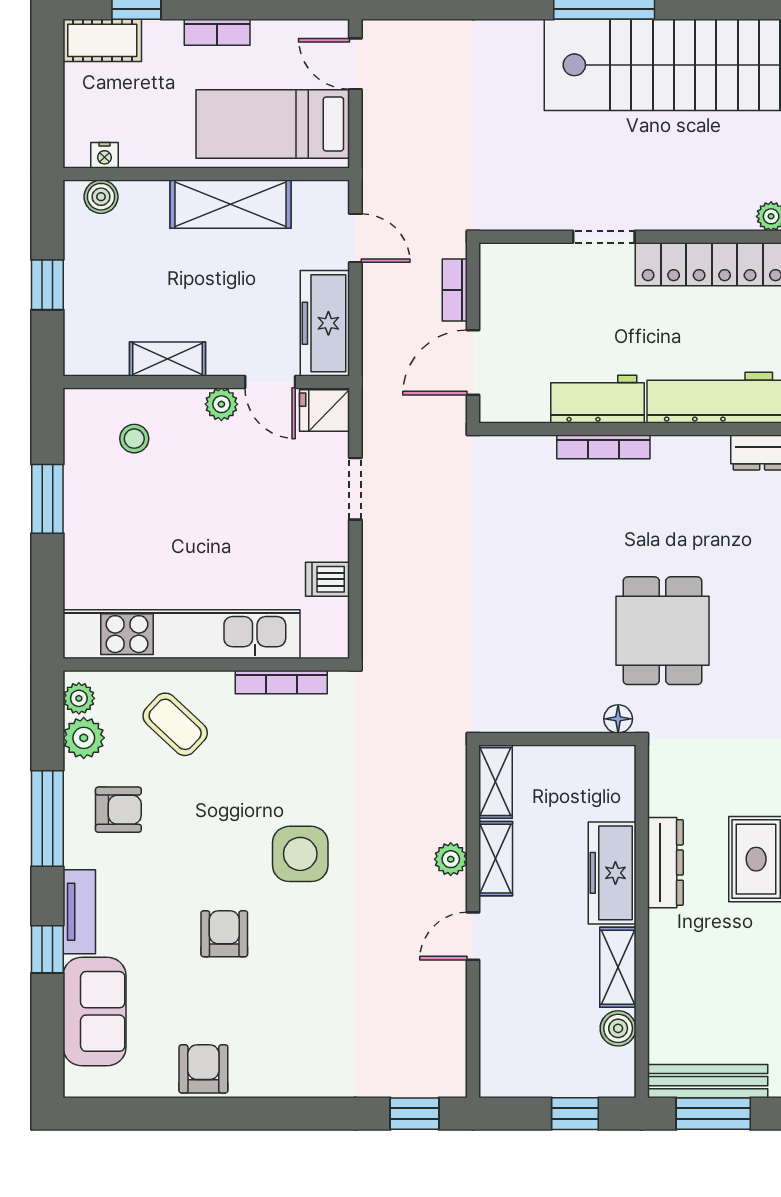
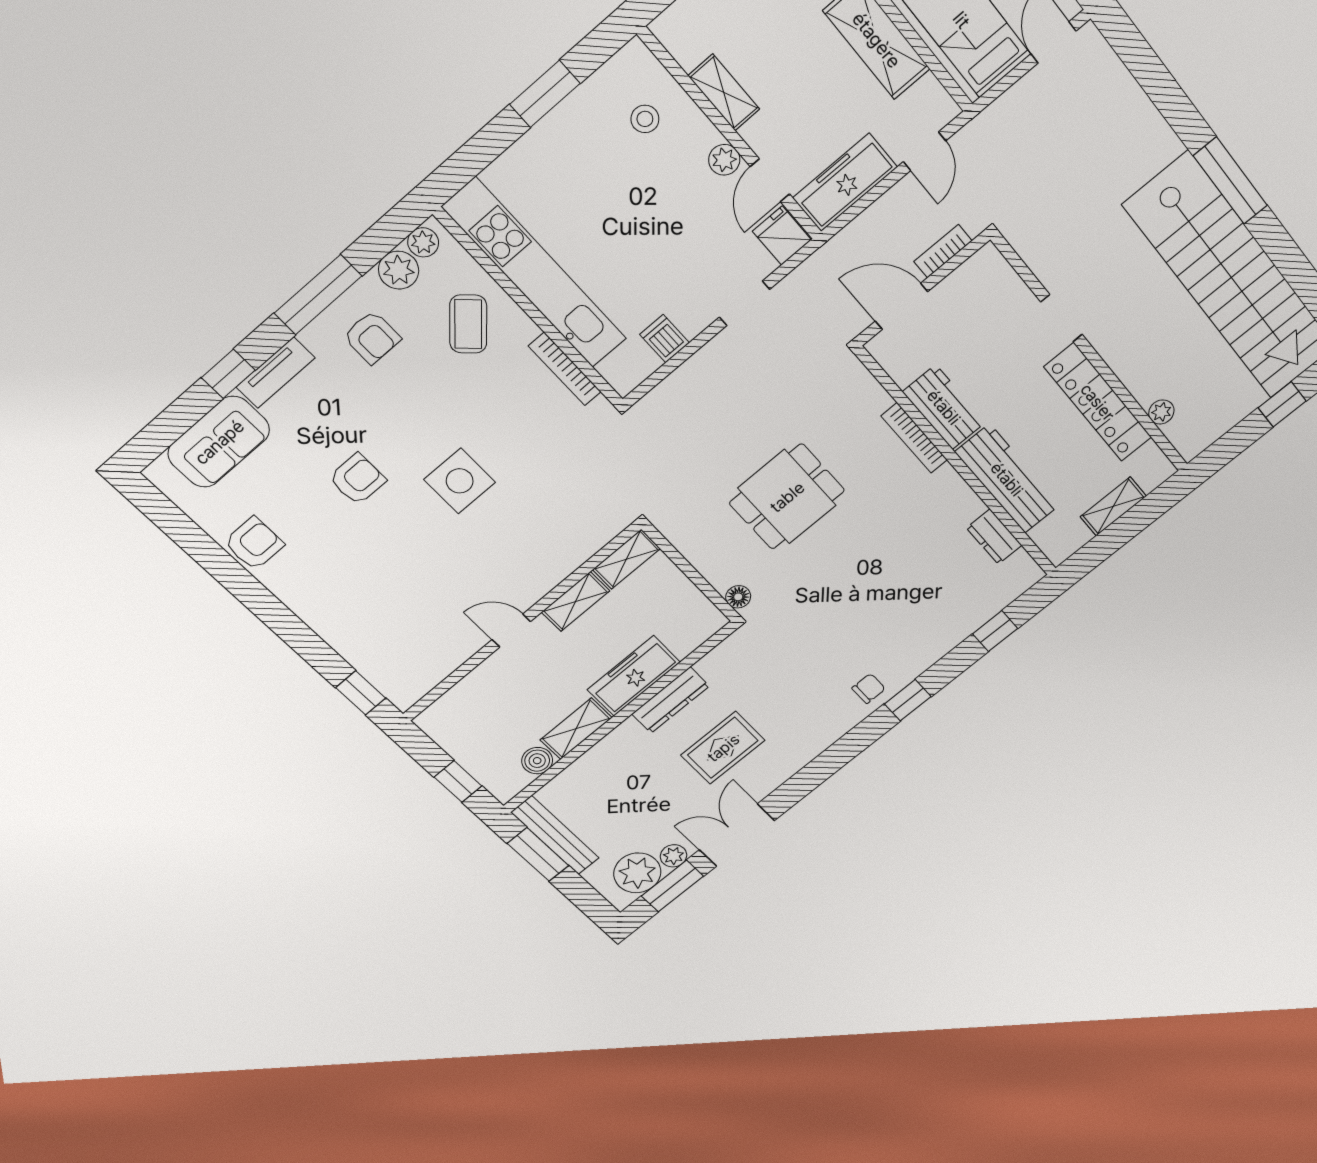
dining table: (663, 631) -> (787, 497), moved
plant: (451, 859) -> (548, 575), removed

